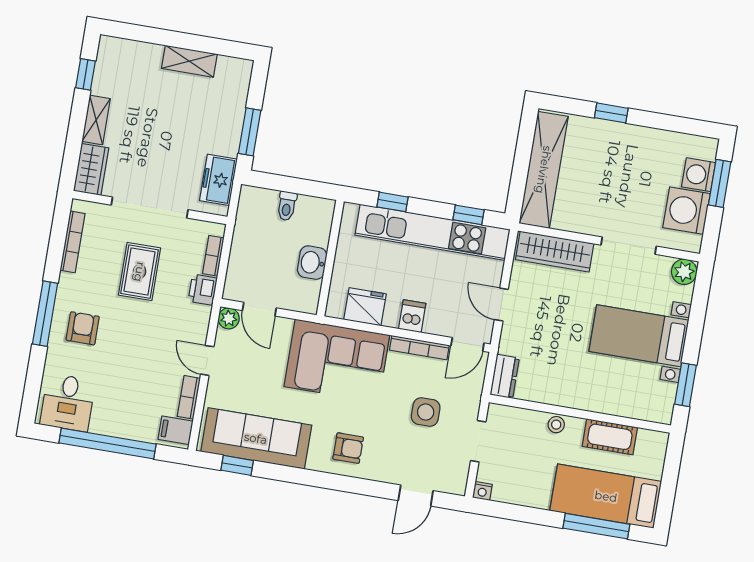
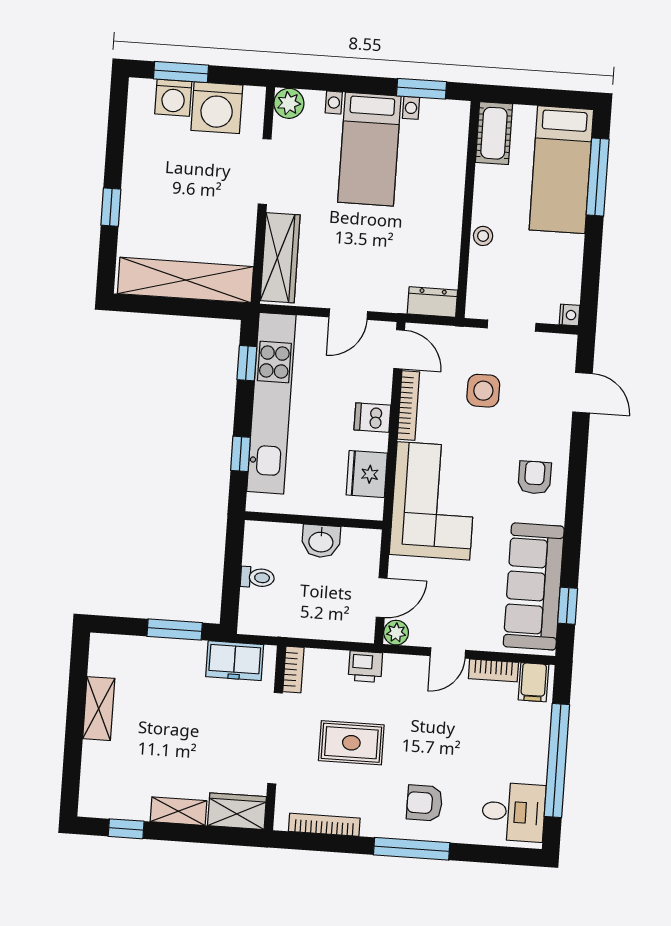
bookcase: (213, 256) -> (293, 670), moved, turned -90
cot: (610, 437) -> (494, 133), moved

